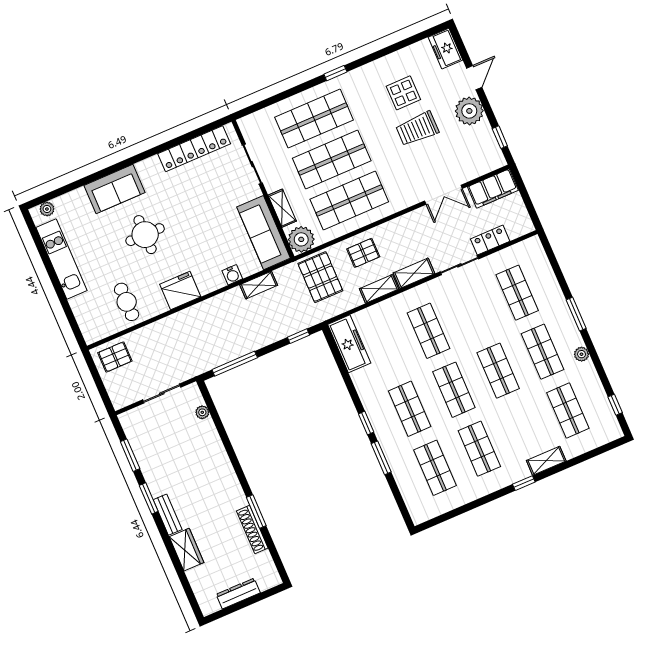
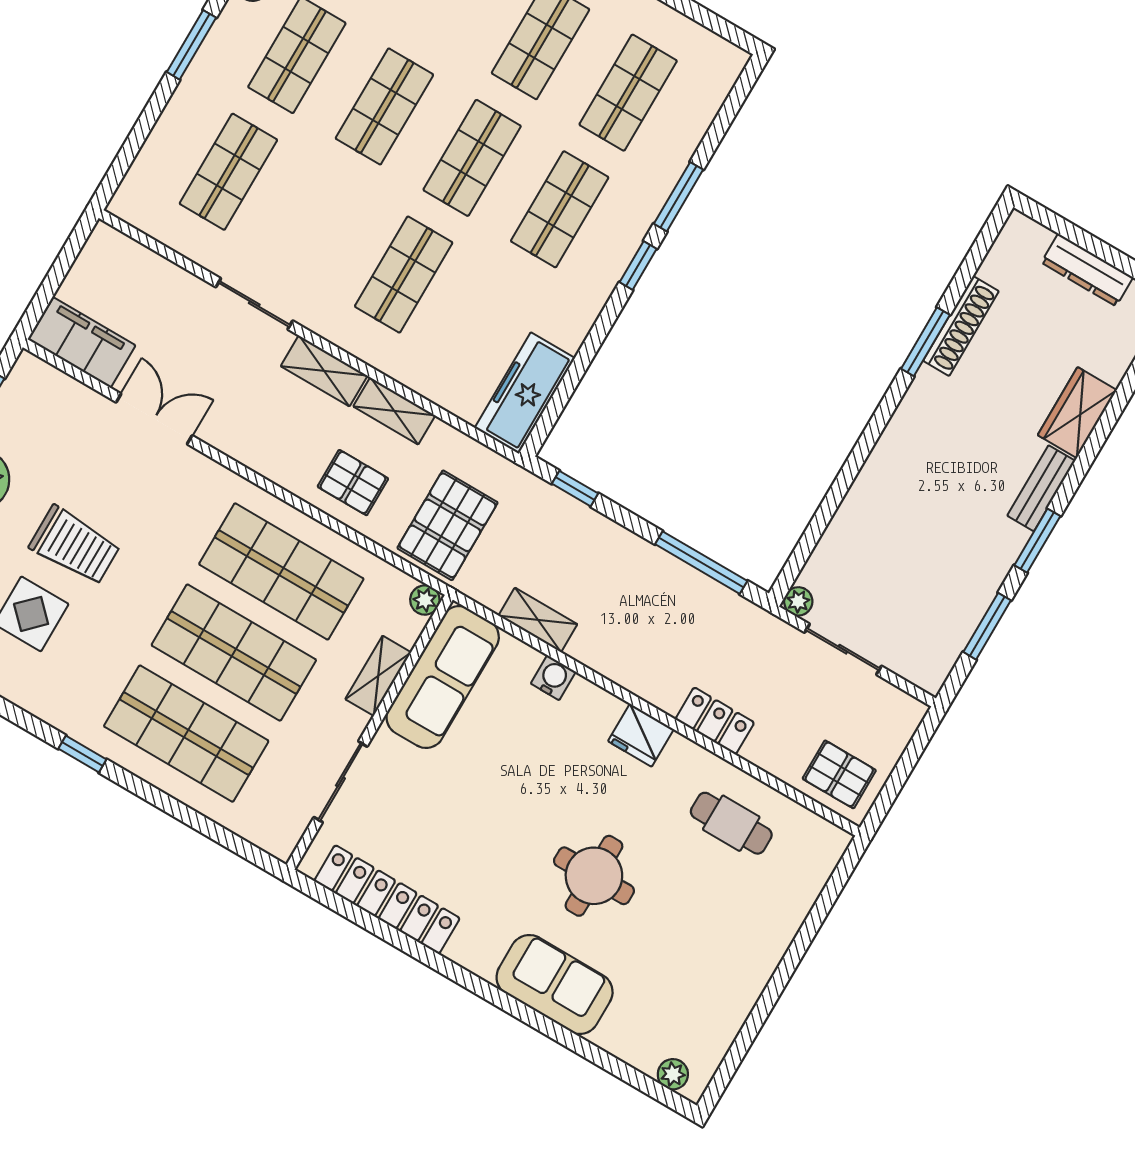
plant: (301, 239) -> (425, 600), width x0.53, depth x0.53
locker: (490, 240) -> (715, 721), moved, turned 180
kitchen unit: (61, 259) -> (740, 987), removed
fridge: (180, 291) -> (641, 735), width x0.73, depth x0.75
cafe table: (127, 302) -> (731, 823), turned 90
plant: (202, 412) -> (798, 601), moved

